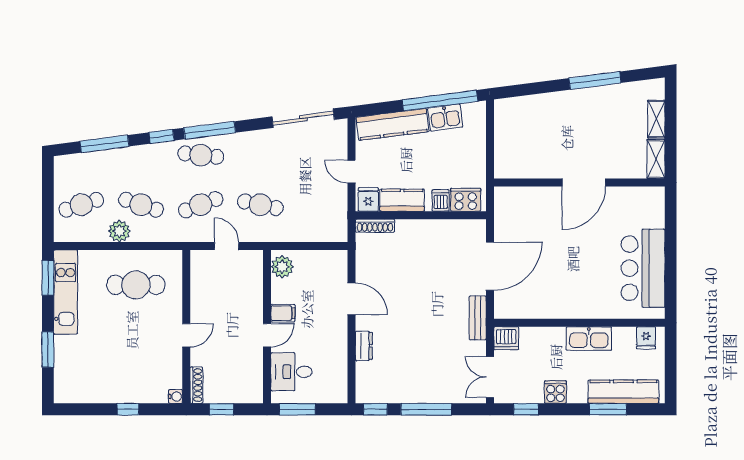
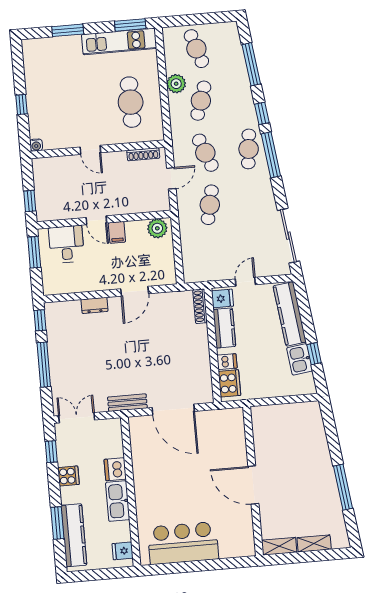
window: (440, 101) -> (314, 354), width x0.32
dishwasher: (506, 338) -> (115, 469), moved
shoe rack: (196, 385) -> (143, 154), moved
window: (221, 409) -> (30, 201), moved

